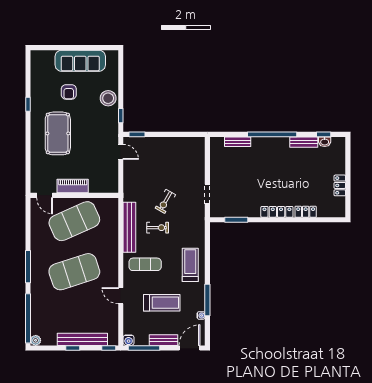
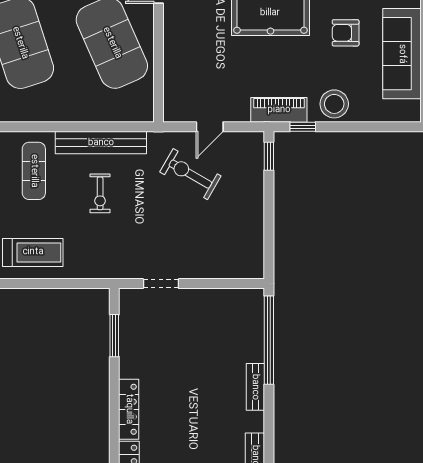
window: (272, 134) -> (269, 340), moved
bench: (238, 142) -> (255, 387), moved
door: (121, 152) -> (210, 127), moved
piano: (73, 186) -> (279, 110), moved, turned -90
exercise bike: (165, 201) -> (190, 174), moved, width x1.38, depth x1.39

